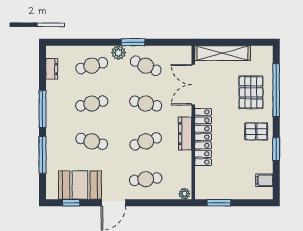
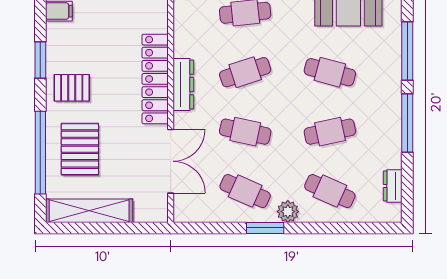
shelving: (223, 53) -> (89, 211), moved
cafe table: (92, 66) -> (330, 191), turned 39

